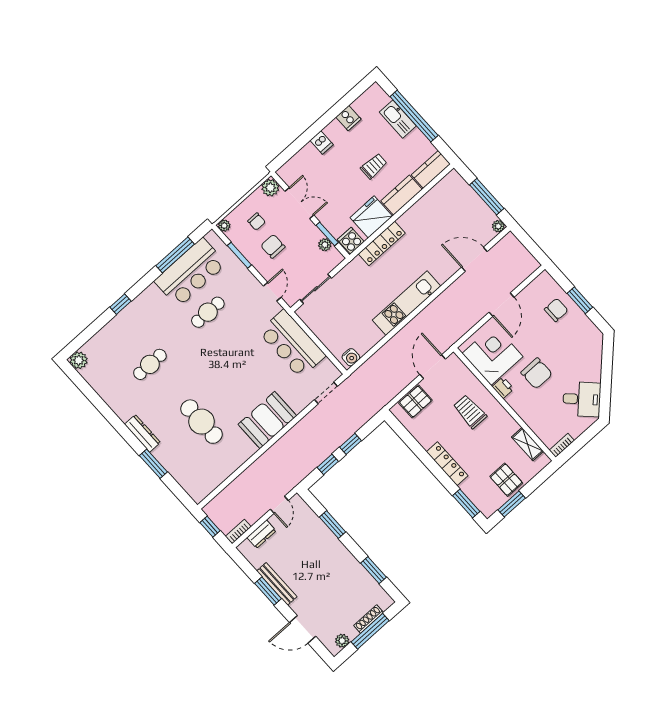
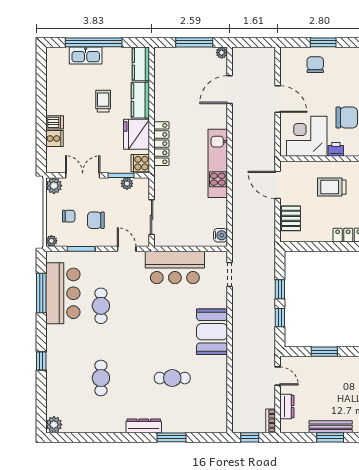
cooker: (348, 118) -> (54, 139), moved
cafe table: (201, 422) -> (172, 378), width x0.73, depth x0.74

